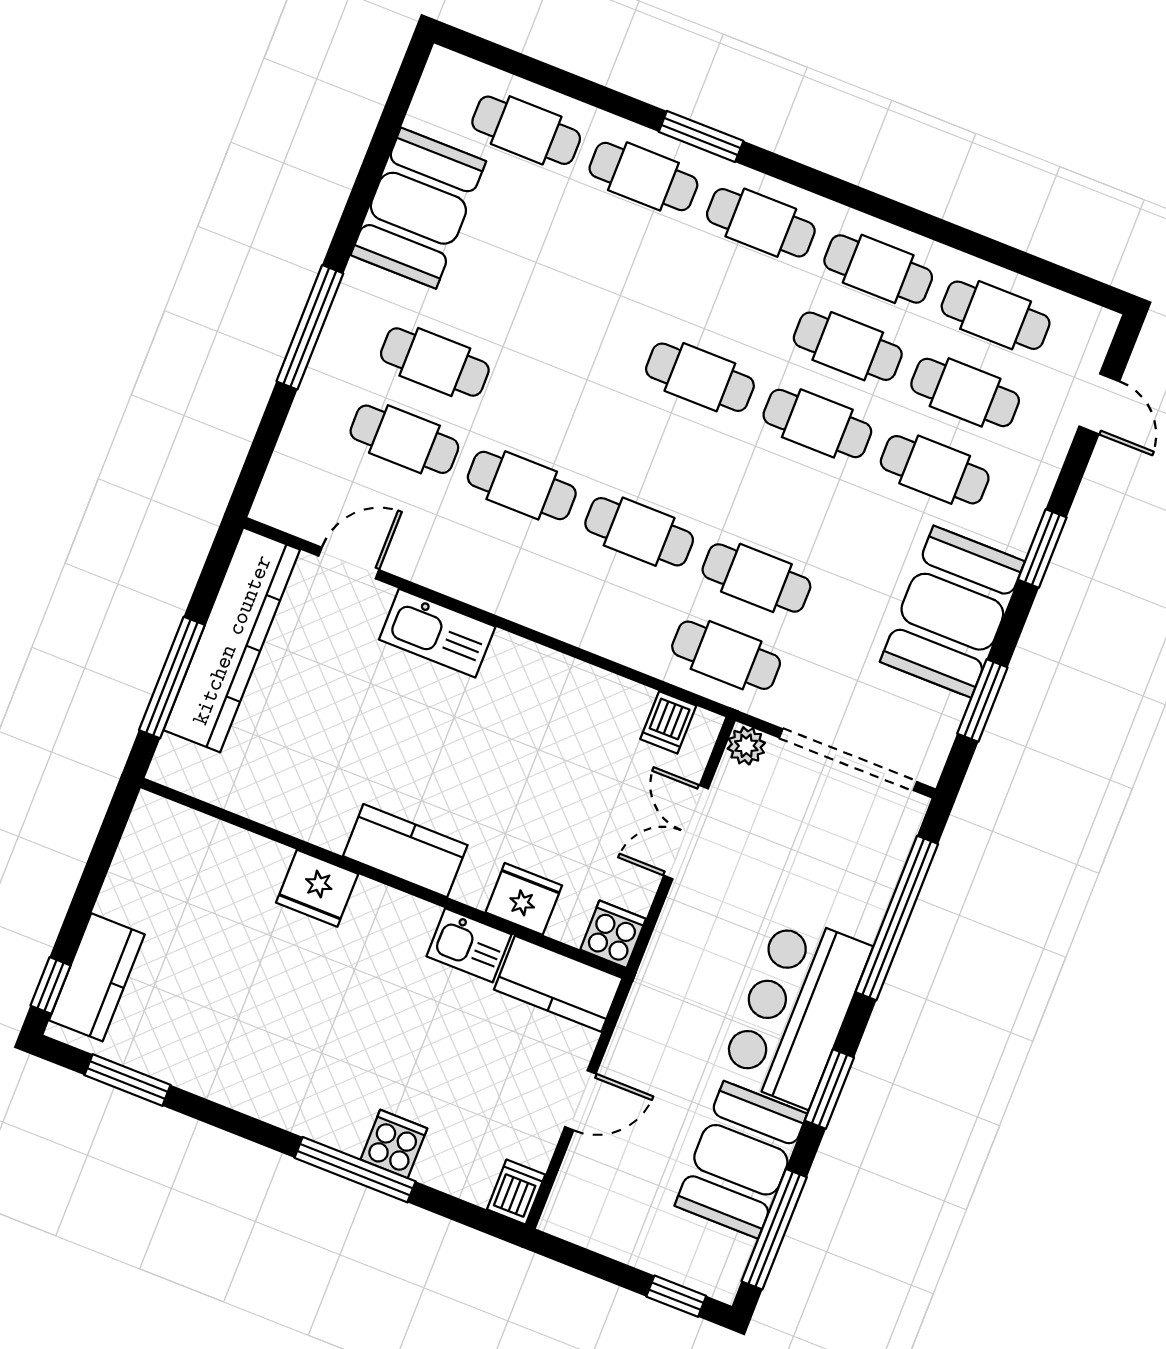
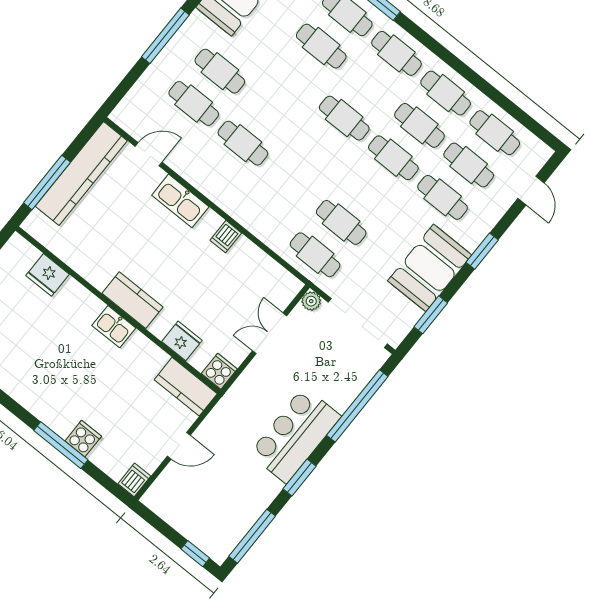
cafe table: (639, 532) -> (321, 46), moved
dishwasher: (668, 722) -> (226, 237), moved
fridge: (317, 888) -> (48, 275), moved
kitchen sink: (469, 945) -> (114, 327), moved
booth: (741, 1160) -> (247, 498), removed

